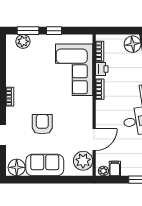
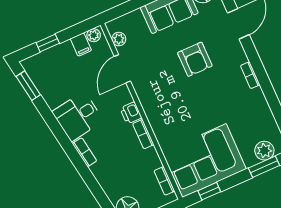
window: (54, 31) -> (209, 191), moved
printer: (102, 69) -> (131, 113), moved
corner sofa: (74, 70) -> (204, 161), moved, turned -90
plant: (83, 161) -> (119, 39), width x0.53, depth x0.53

